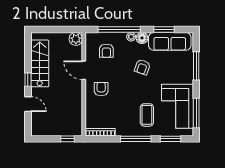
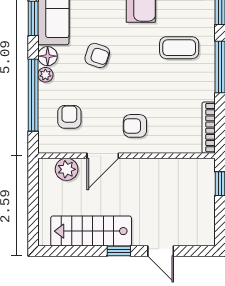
plant: (76, 39) -> (67, 169), moved
armchair: (106, 51) -> (69, 117), turned -90
door: (28, 104) -> (161, 251), swing flipped

